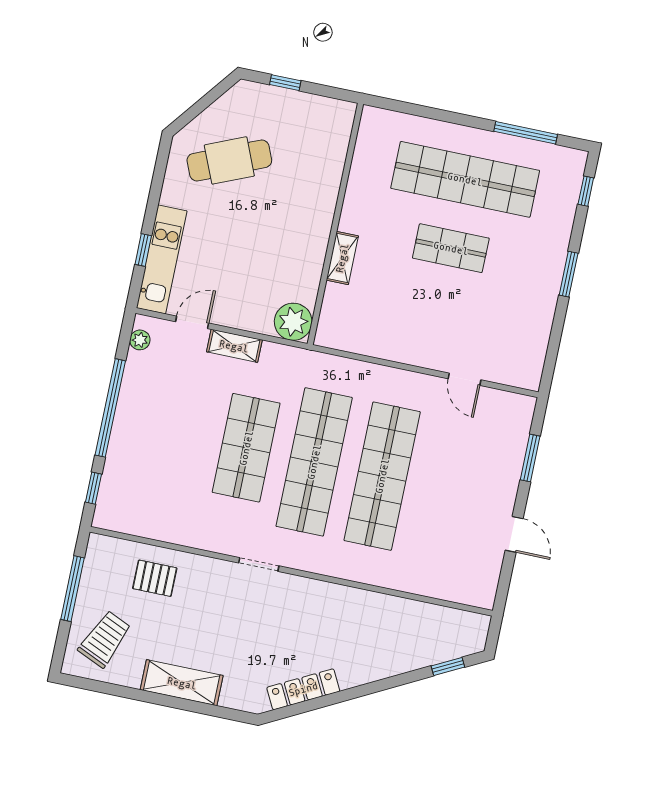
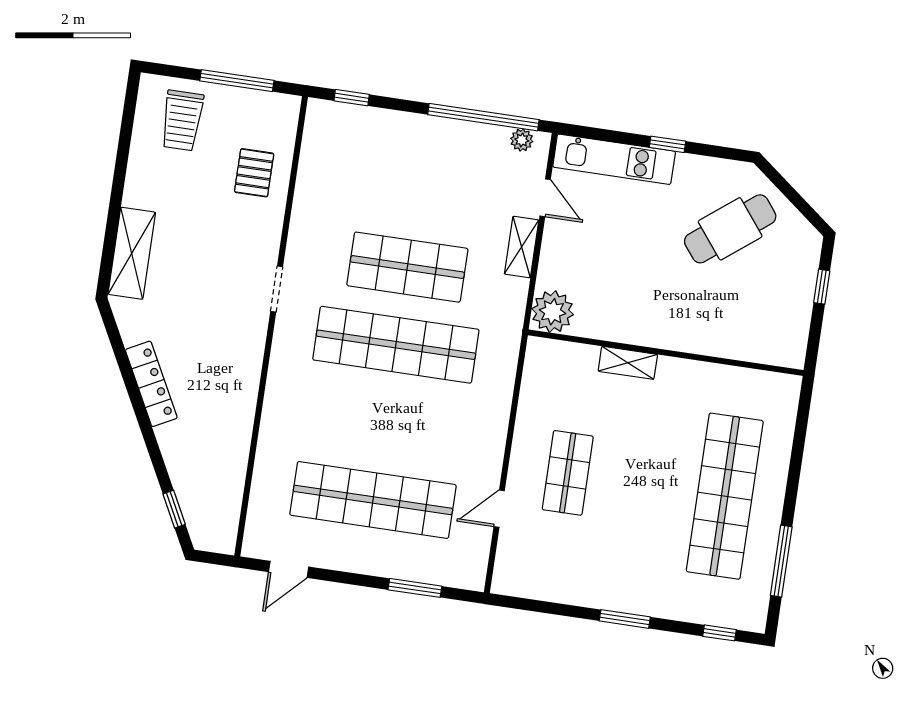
cafe table: (229, 160) -> (730, 229), turned 75
shop shelf: (451, 248) -> (568, 473), moved
window: (143, 250) -> (667, 144), moved
window: (110, 408) -> (483, 117), moved
shop shelf: (382, 476) -> (373, 500), moved
door: (514, 534) -> (289, 569), moved
trolley: (105, 639) -> (182, 120), turned 66
shelving: (182, 683) -> (132, 253), moved
locker: (303, 689) -> (151, 384), moved

